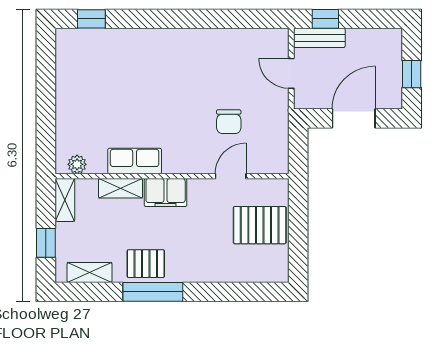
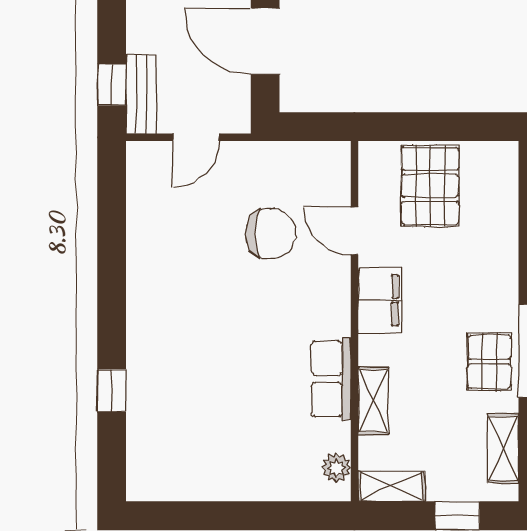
window: (91, 19) -> (112, 391), moved
chair: (229, 122) -> (271, 234), width x1.37, depth x1.37
filing cabinet: (166, 193) -> (380, 300), moved

